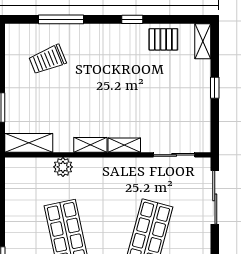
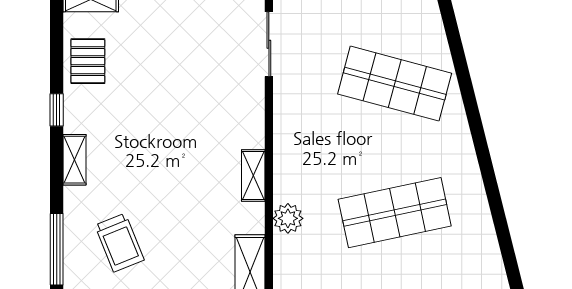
window: (61, 19) -> (57, 249), moved
shelving: (124, 145) -> (75, 160), moved

